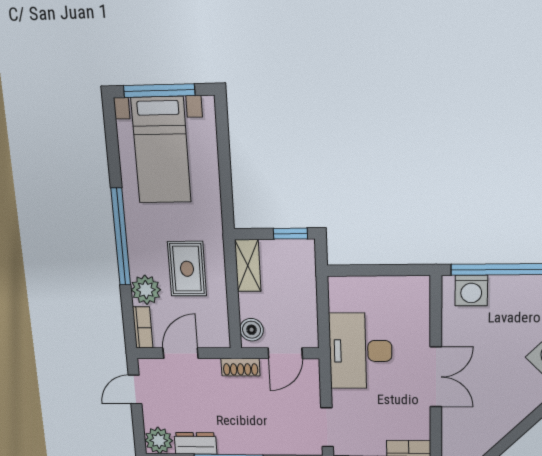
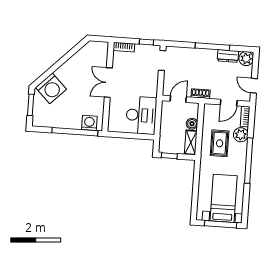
boiler: (252, 330) -> (192, 124), moved
desk: (361, 351) -> (141, 115), moved
door: (135, 389) -> (254, 86), swing flipped

